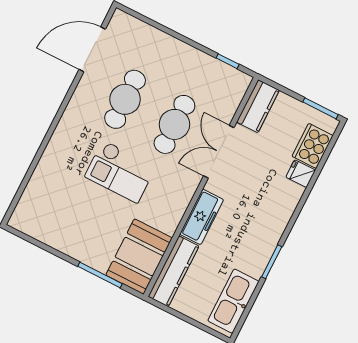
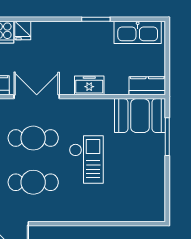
double door: (219, 152) -> (37, 97), swing flipped
freezer: (202, 217) -> (89, 85), width x0.71
kitchen counter: (173, 271) -> (147, 86), width x0.67

